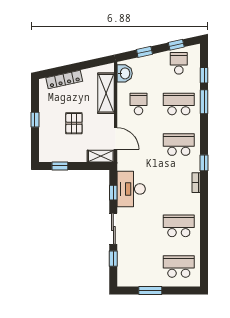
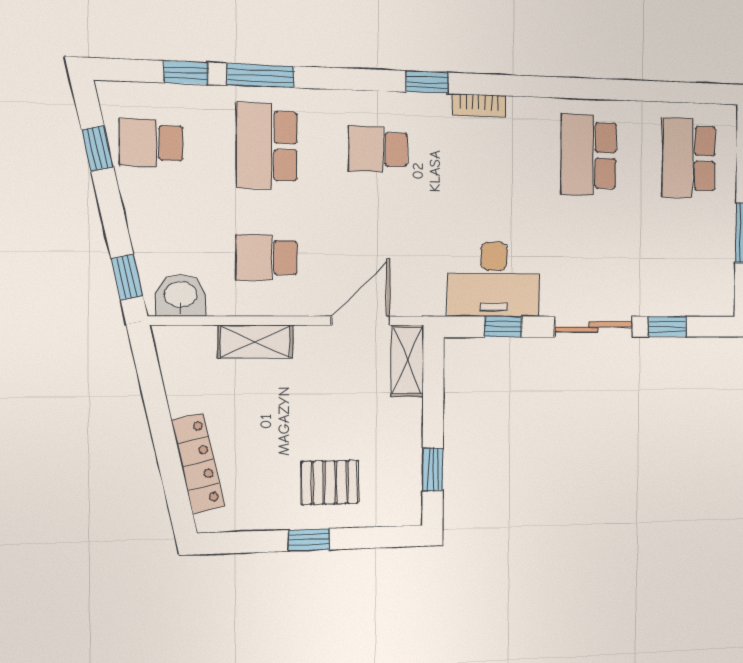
window: (144, 52) -> (127, 277), moved
shelving: (106, 93) -> (255, 342), width x0.67, depth x0.75
pallet: (74, 123) -> (330, 482), moved
school desk: (179, 145) -> (378, 149), width x0.54

